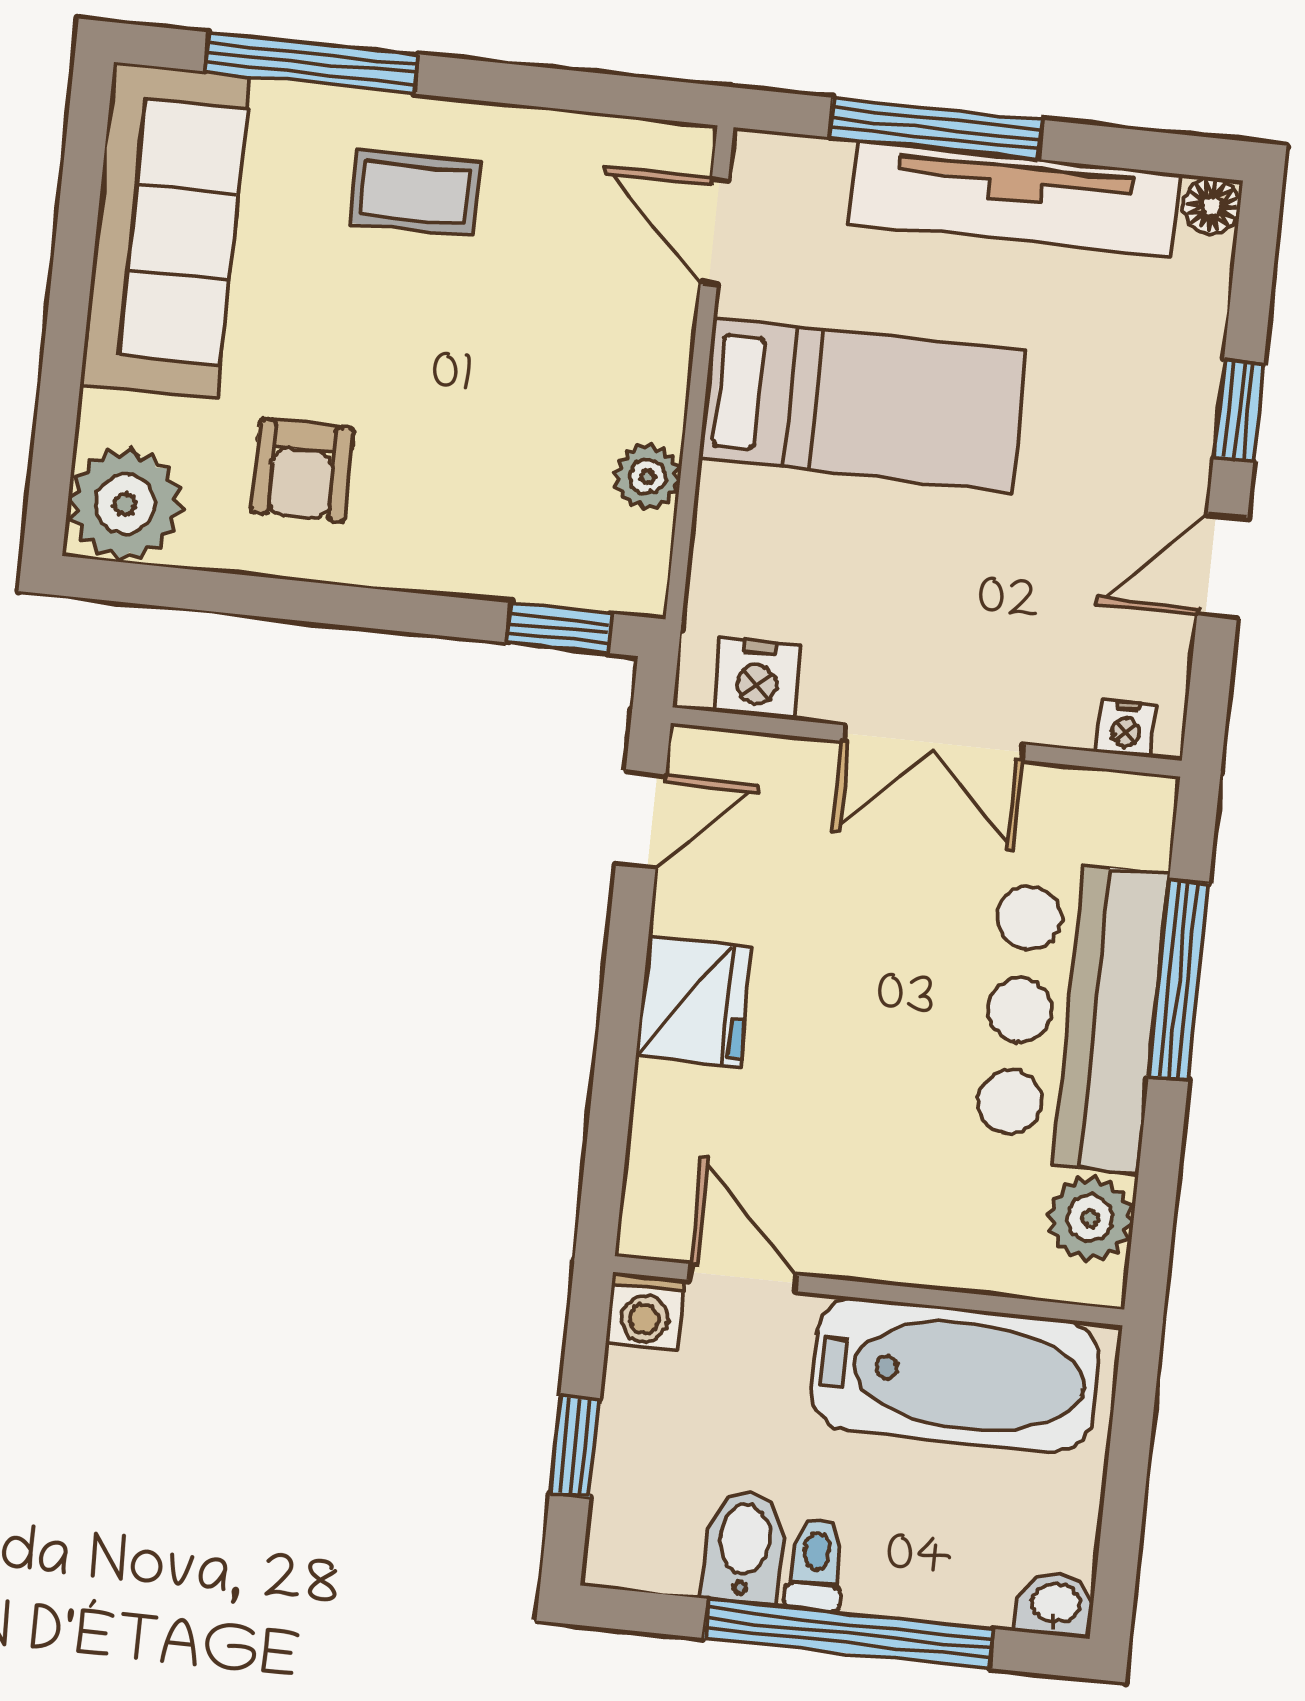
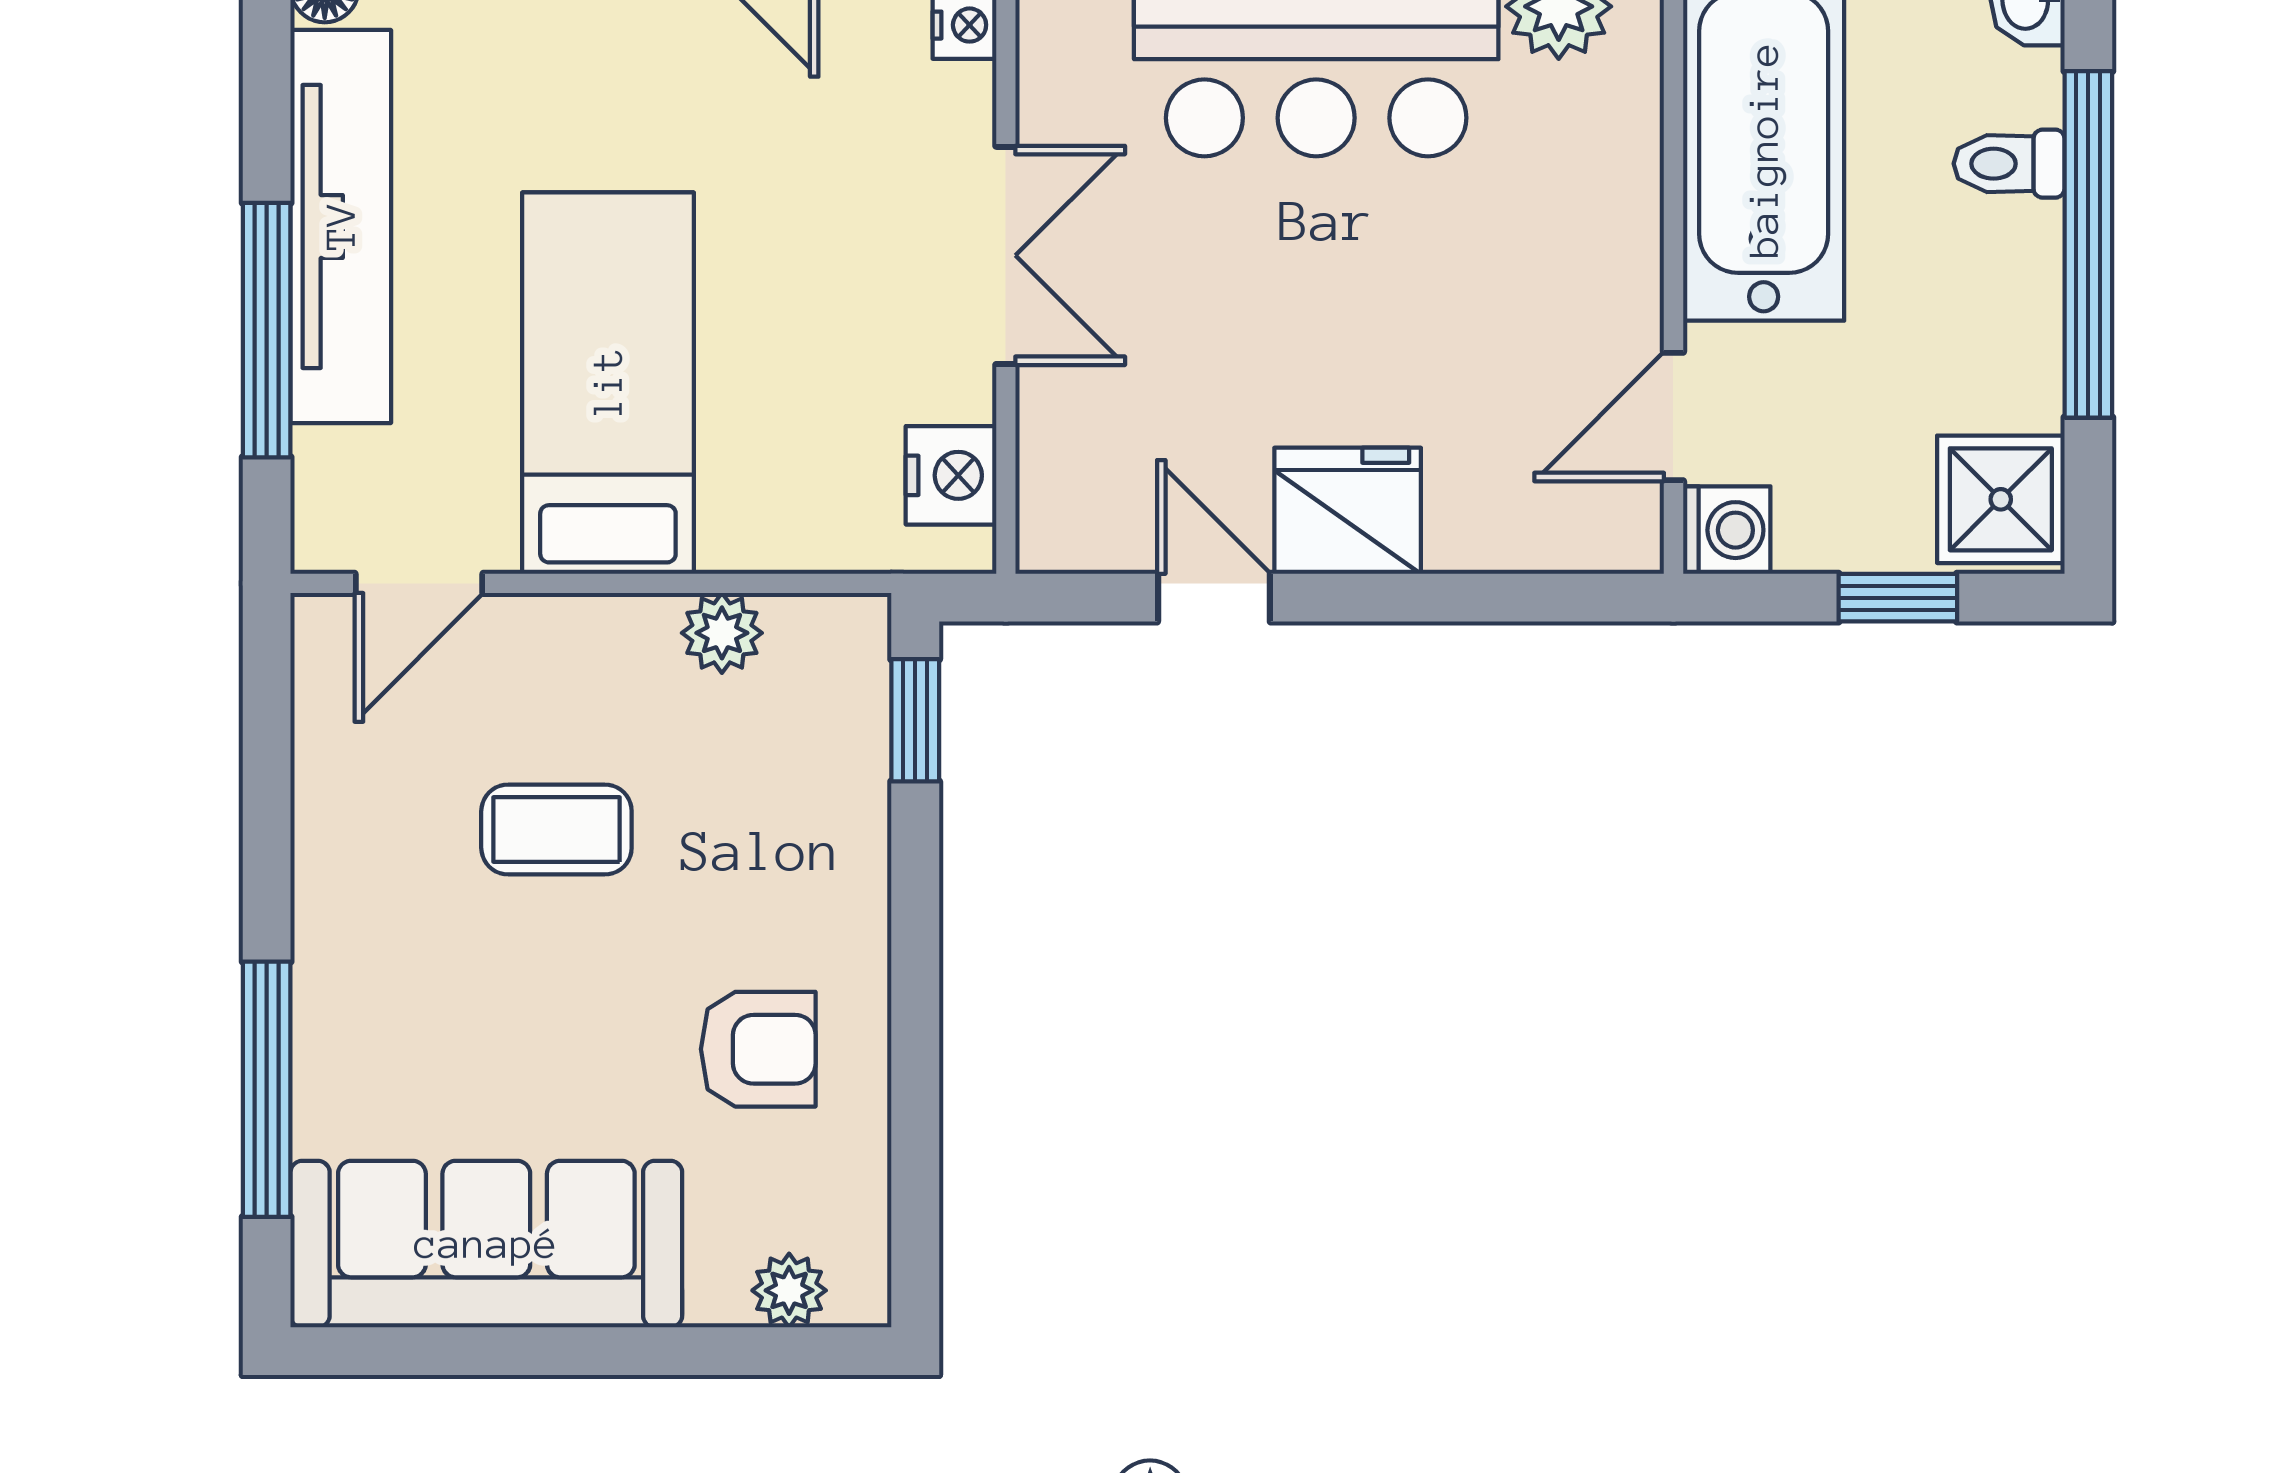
coffee table: (415, 193) -> (556, 829), moved, turned 90
plant: (125, 504) -> (789, 1290), width x0.53, depth x0.53
door: (641, 820) -> (1214, 598), moved
shower: (647, 1539) -> (2001, 499), added
bidet: (744, 1547) -> (1997, 381), removed
toilet: (815, 1564) -> (2009, 164), moved

